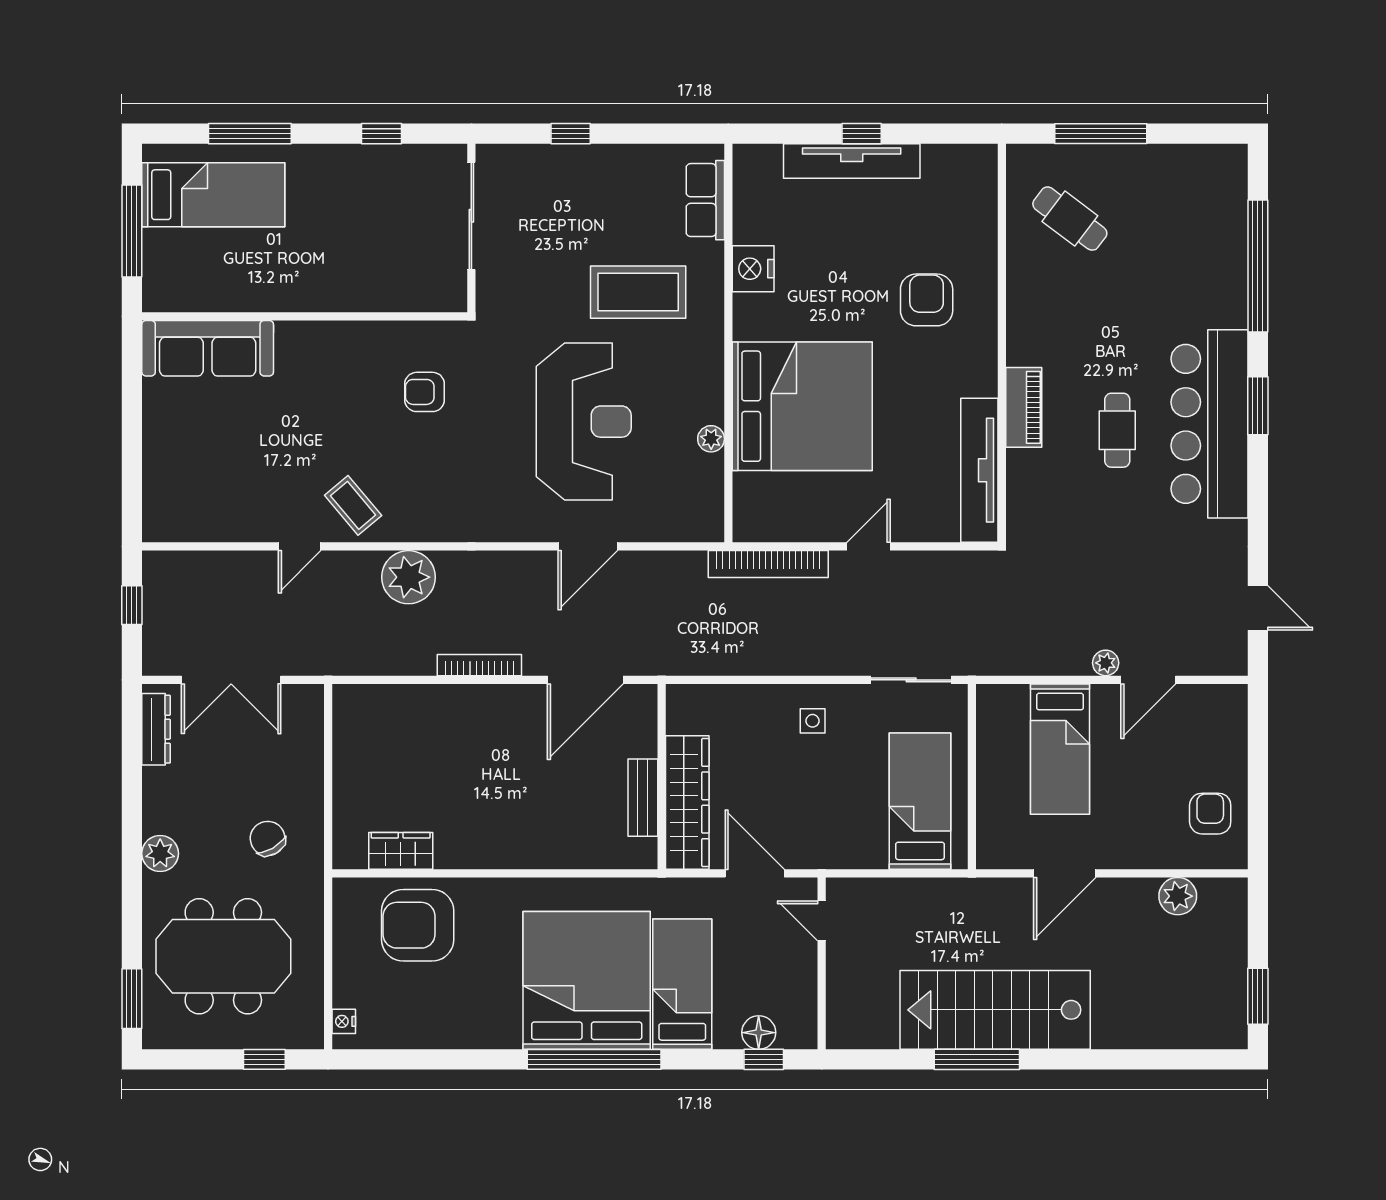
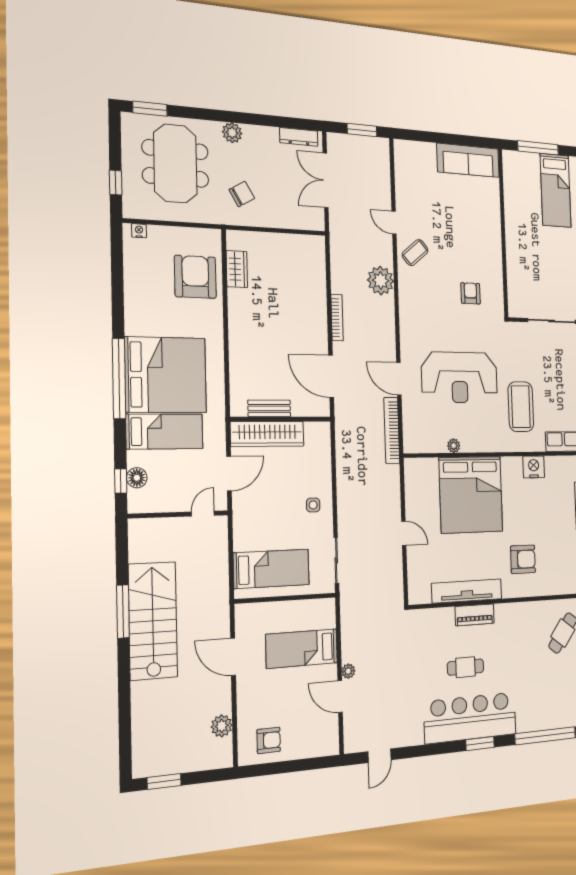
sofa: (208, 348) -> (468, 160), moved, turned -90
tv unit: (979, 470) -> (467, 591), moved
bookcase: (768, 564) -> (392, 430), moved
window: (132, 605) -> (362, 130), width x1.50

